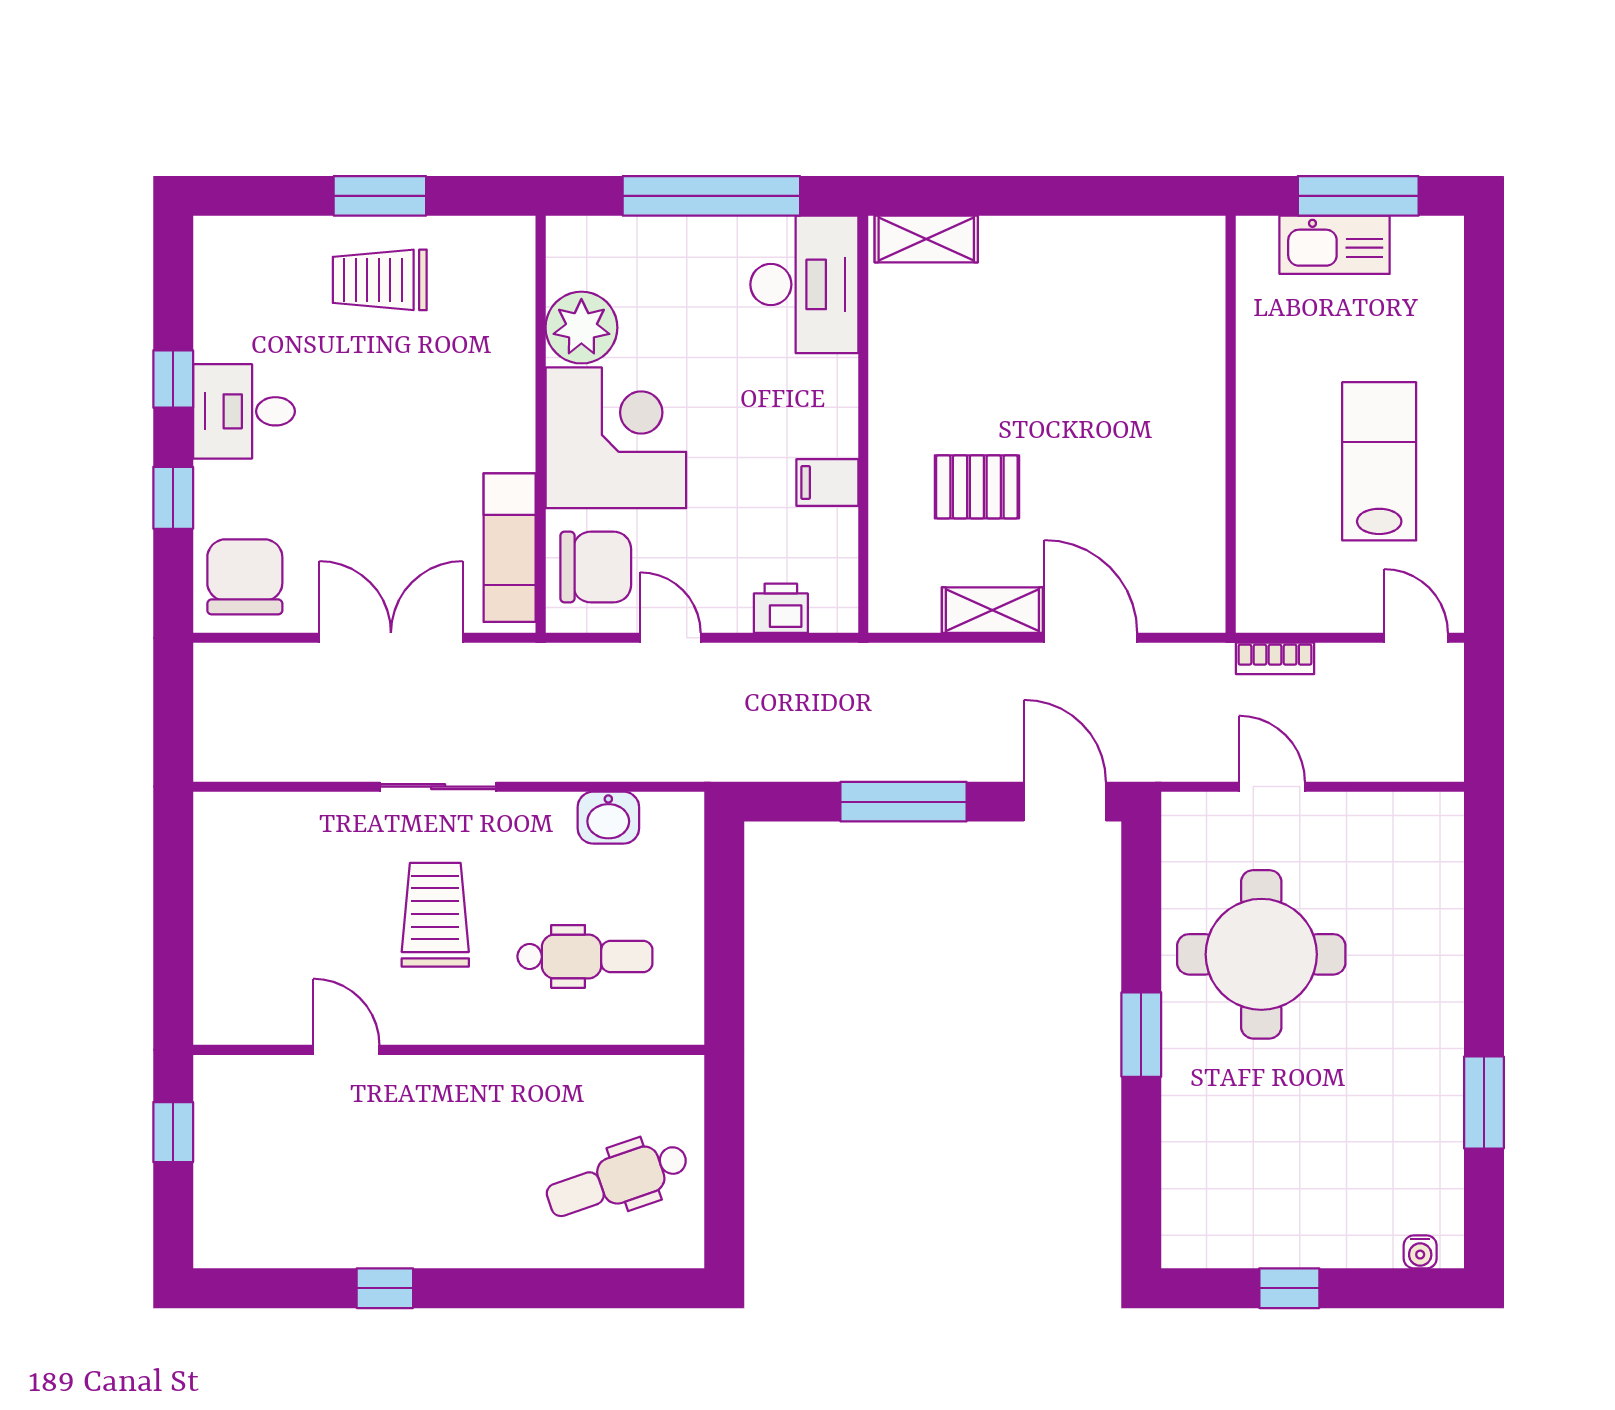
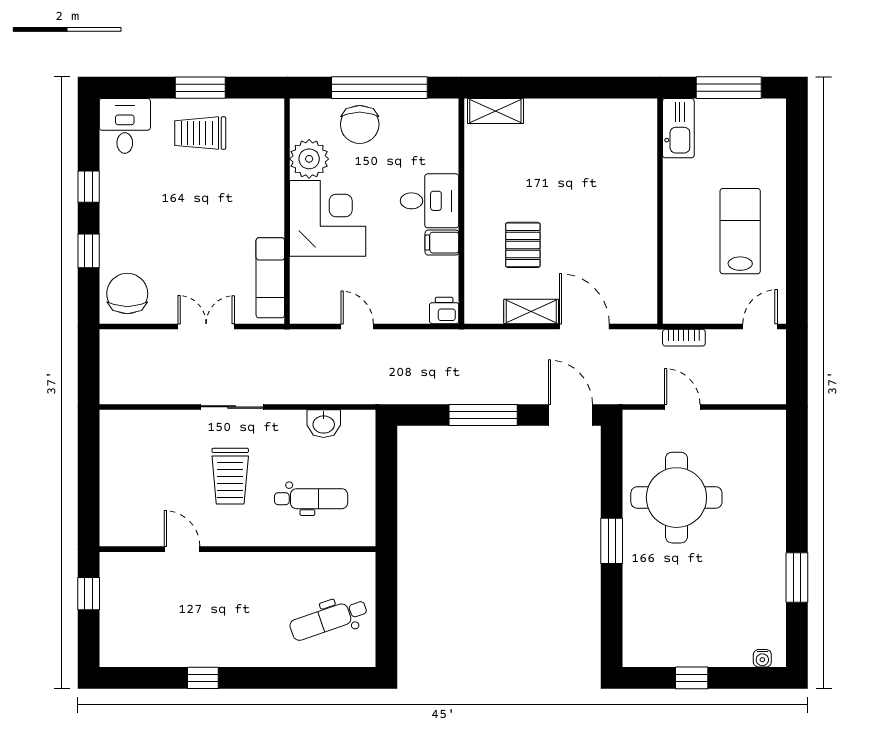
kitchen sink: (1335, 245) -> (678, 128), moved, turned -90
desk: (804, 284) -> (430, 201), moved, width x0.73
desk: (244, 411) -> (125, 126), moved, turned 90
pallet: (977, 487) -> (523, 245), turned 90
chair: (596, 567) -> (360, 124), moved, turned 90
printer: (781, 608) -> (444, 311), moved
double door: (391, 638) -> (206, 326), width x0.73
door: (1416, 638) -> (760, 326), hinge flipped
trolley: (435, 915) -> (230, 476), turned 180

